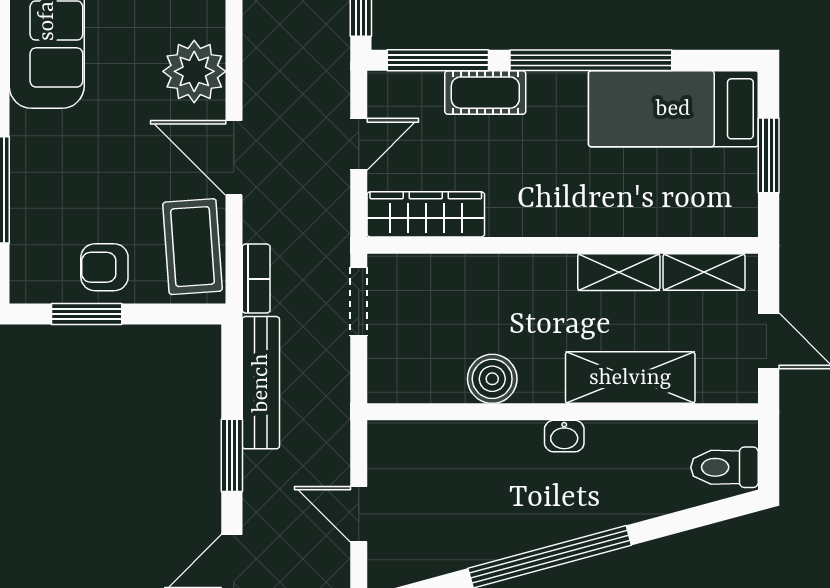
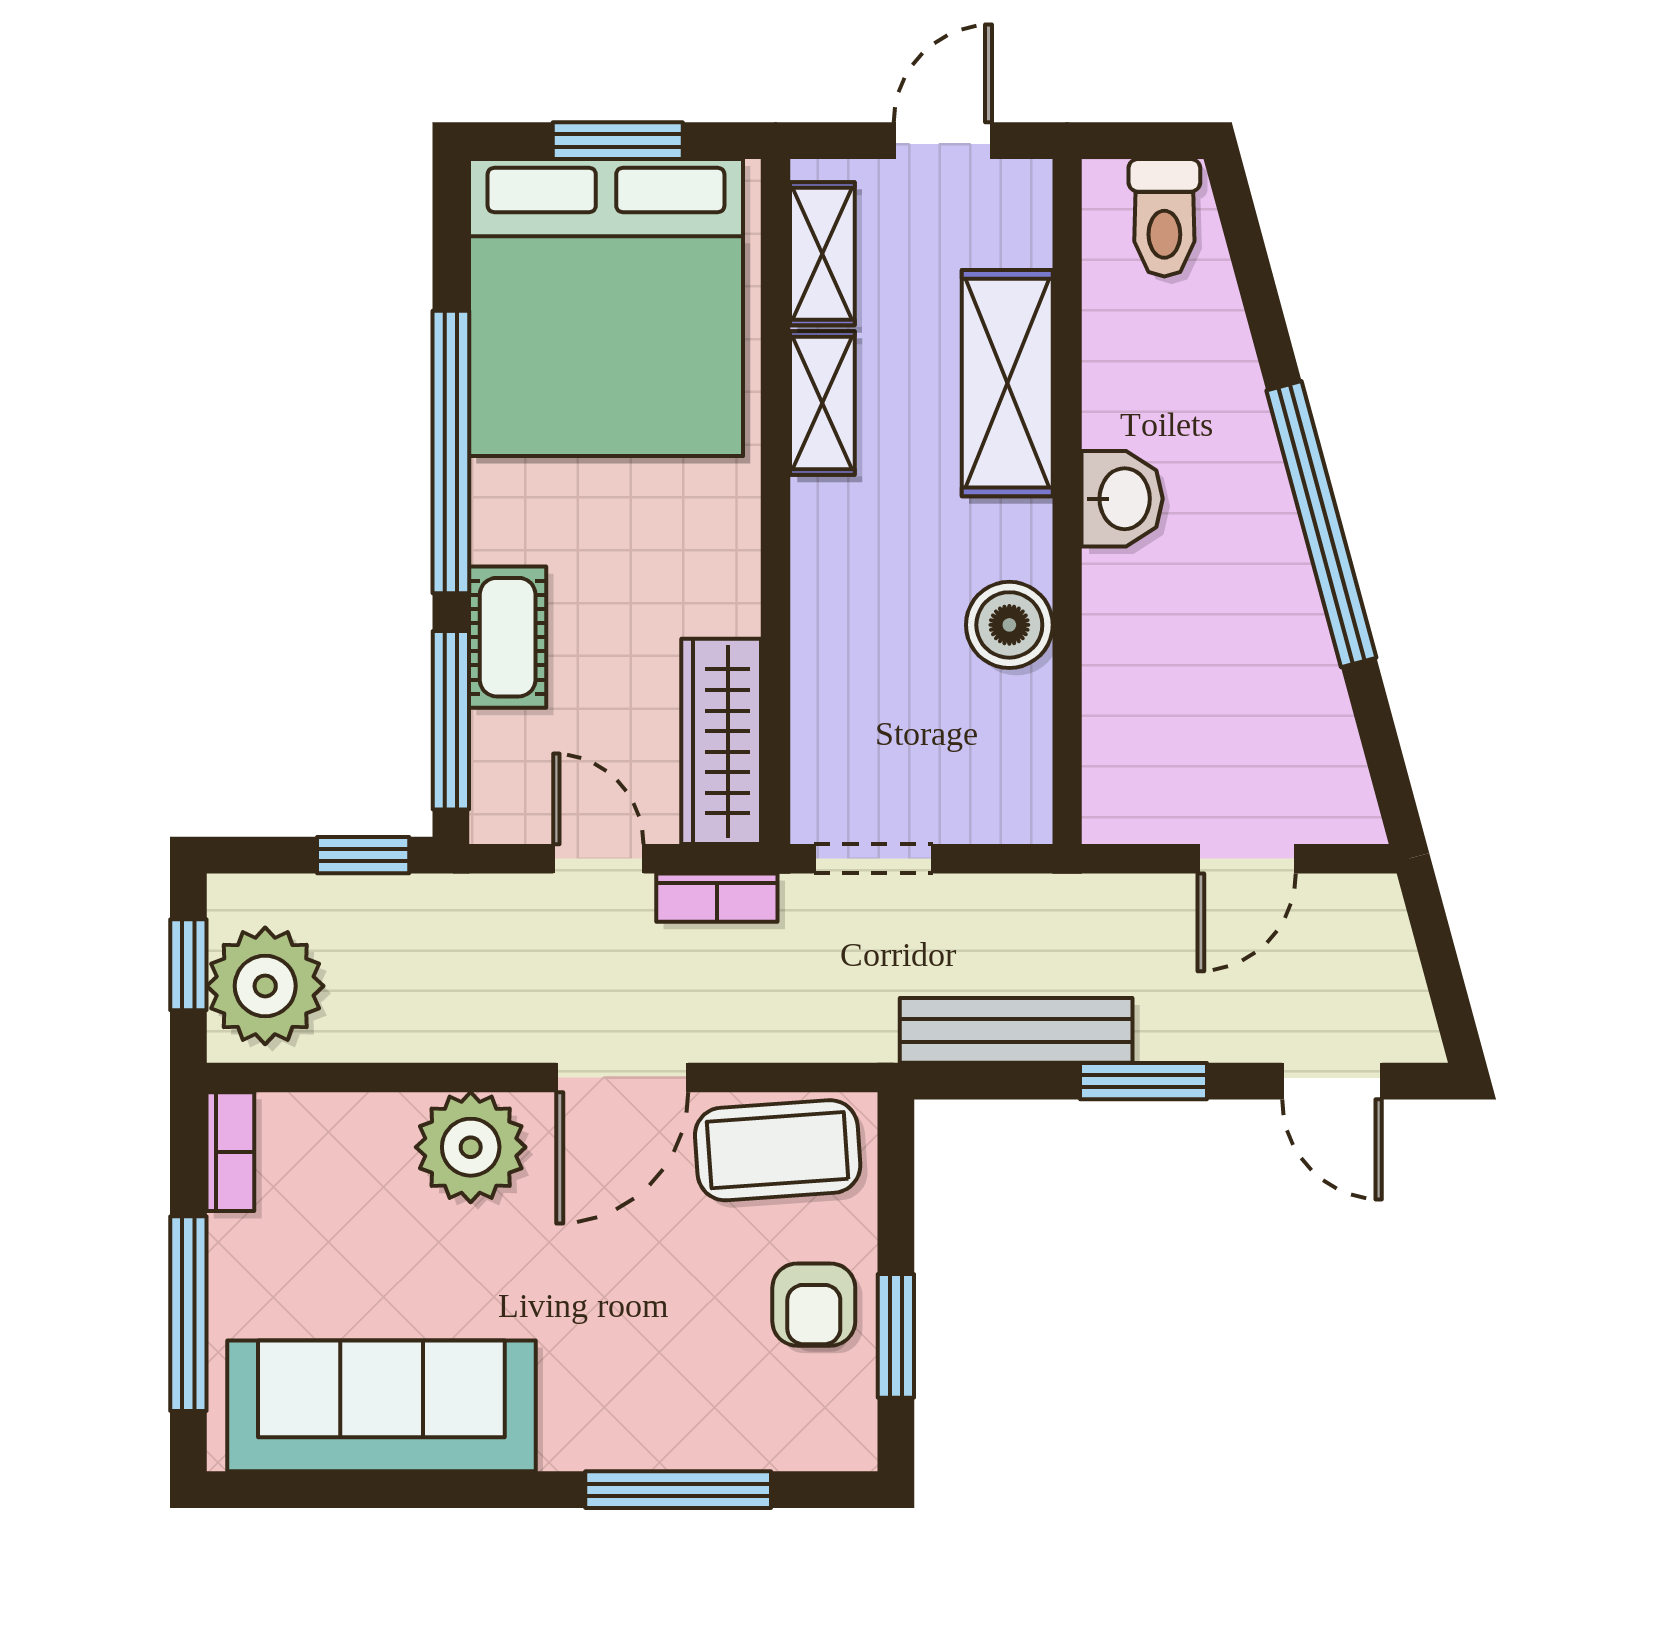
bed: (673, 109) -> (606, 307), width x2.04
bookcase: (256, 279) -> (717, 898), moved, turned 180
washbasin: (564, 436) -> (1122, 499), width x1.38, depth x1.45

